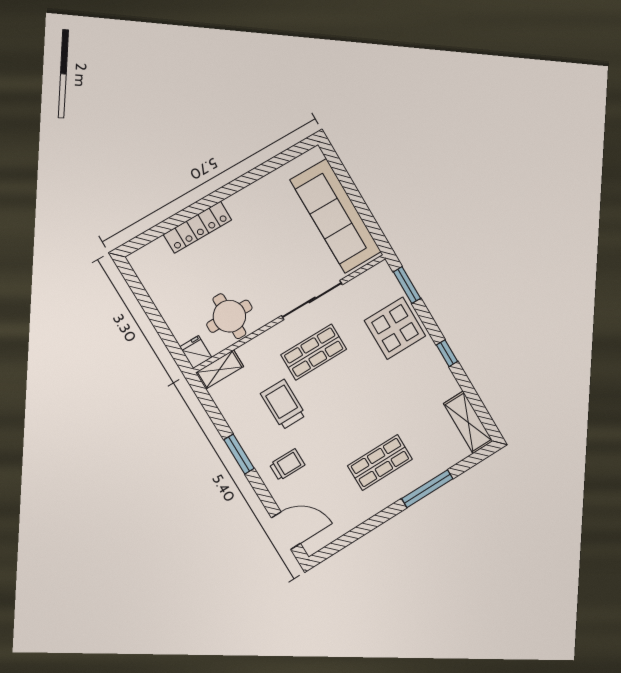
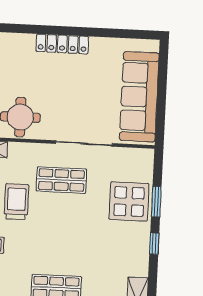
locker: (198, 227) -> (62, 44), moved
window: (407, 285) -> (156, 202), moved

